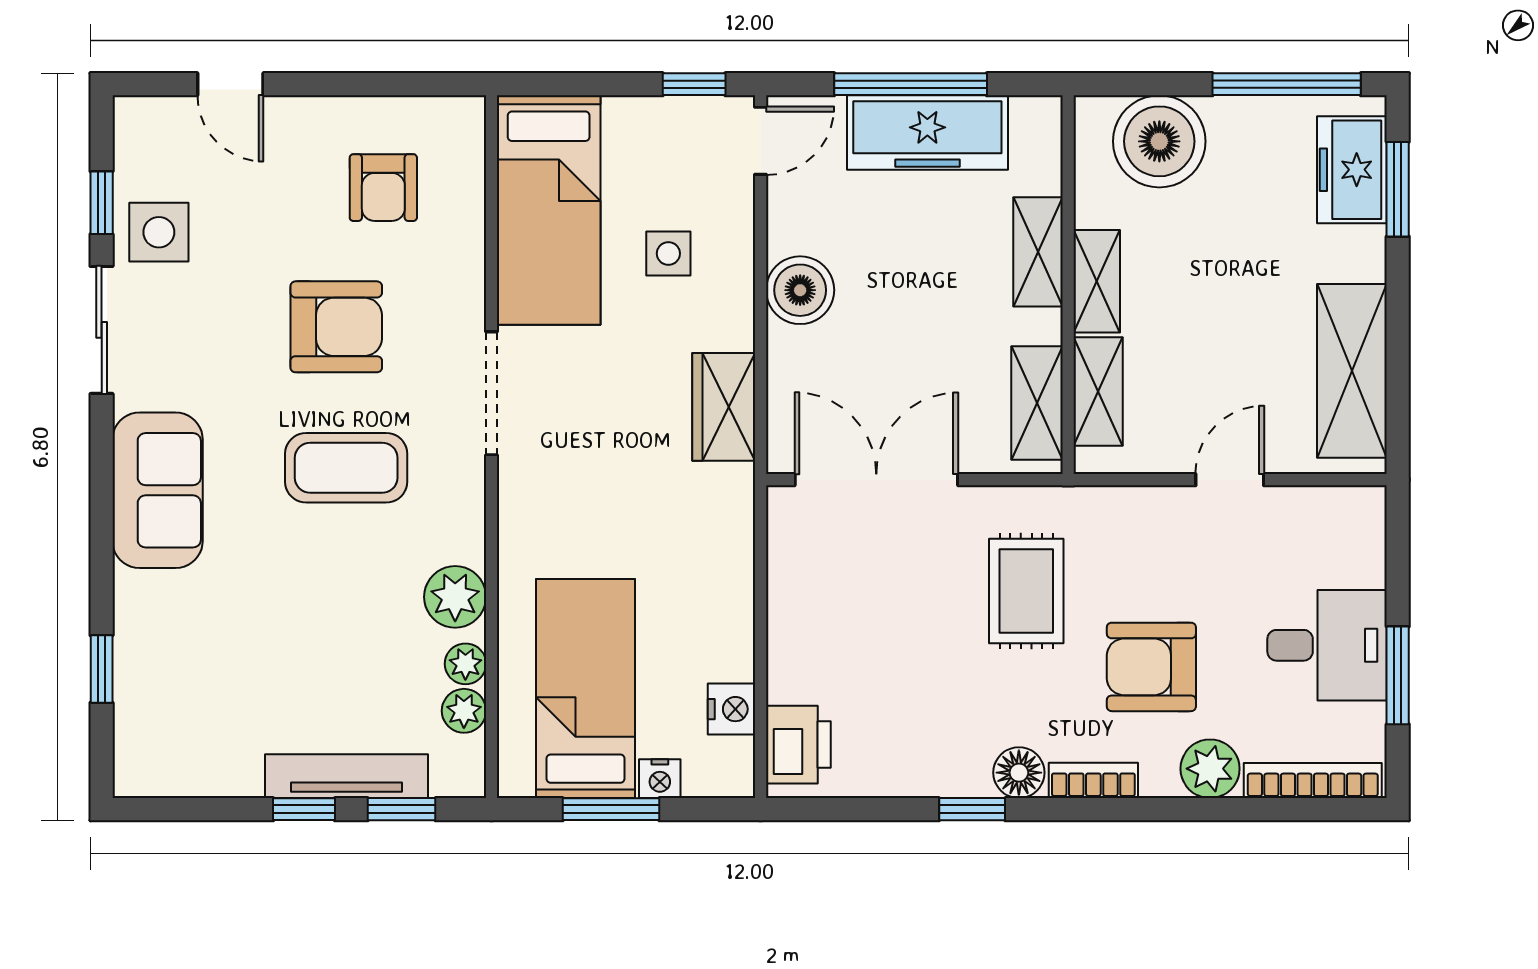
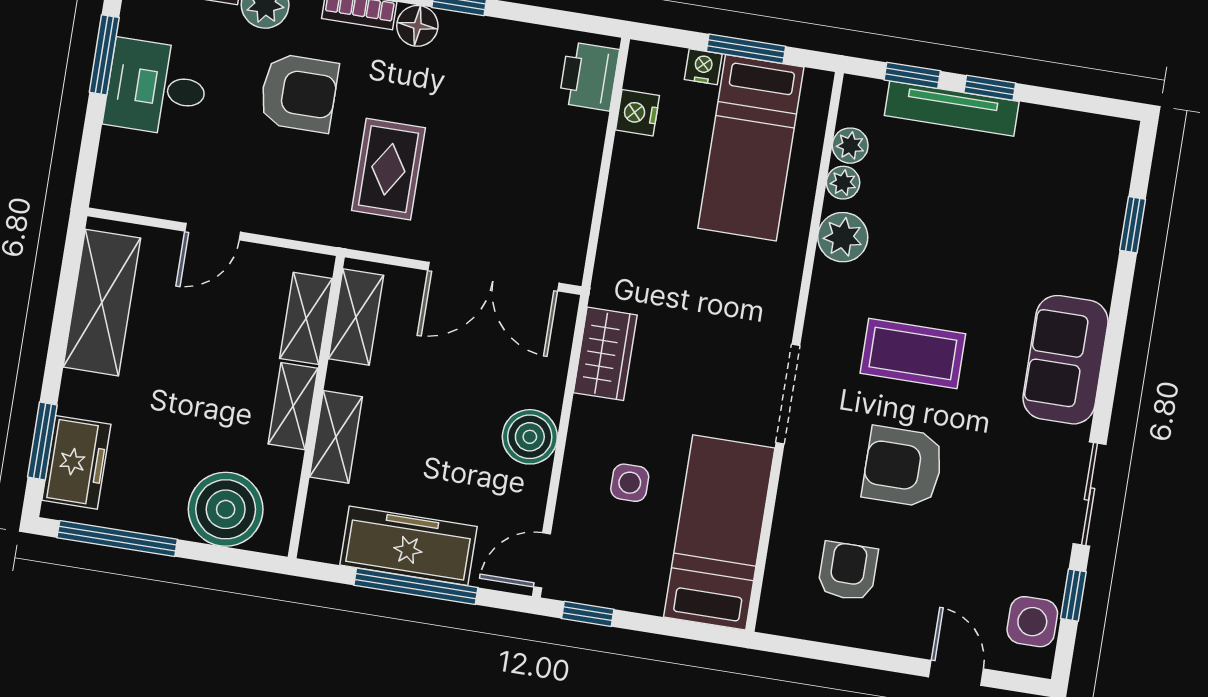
side table: (159, 232) -> (1032, 622), moved

